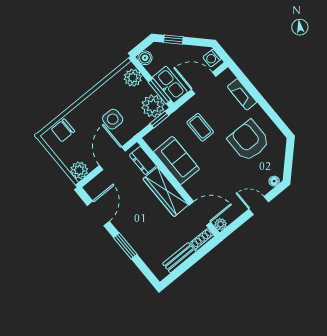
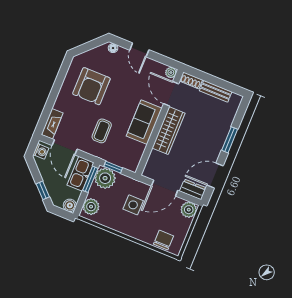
fireplace: (242, 94) -> (52, 124), moved
chair: (63, 130) -> (163, 240), turned -90
dresser: (143, 160) -> (193, 189), moved, turned -90
sofa: (176, 160) -> (144, 122), moved

